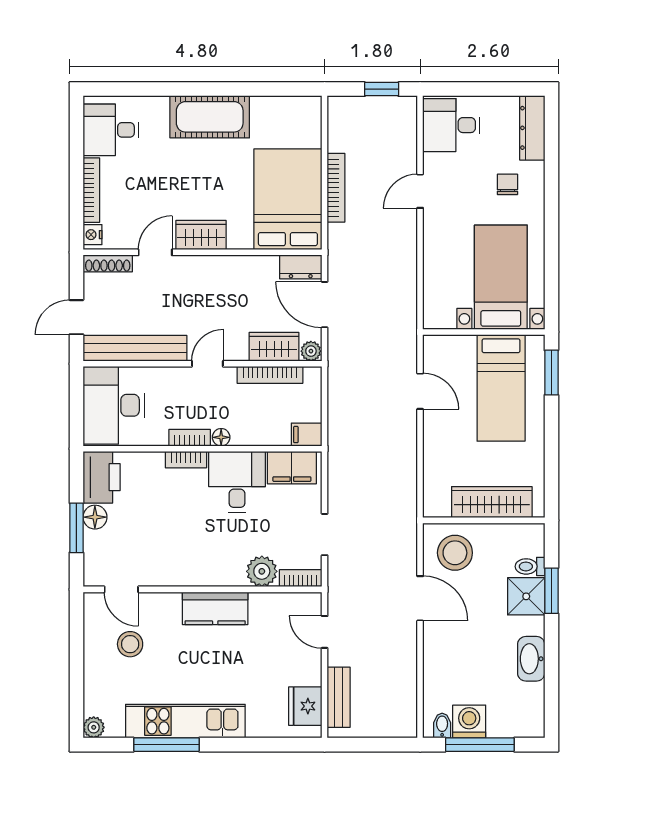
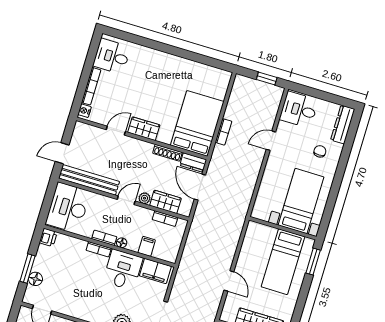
cot: (210, 117) -> (168, 65), removed
bookcase: (336, 188) -> (223, 132), width x0.64
shoe rack: (108, 263) -> (167, 153), moved
plant: (311, 351) -> (144, 198), moved
bookcase: (270, 375) -> (165, 219), width x0.64
door: (420, 391) -> (229, 281), moved
filing cabinet: (307, 435) -> (147, 246), moved, turned 90
printer: (102, 477) -> (48, 237), width x0.53, depth x0.68
floor lamp: (95, 517) -> (35, 279), moved

